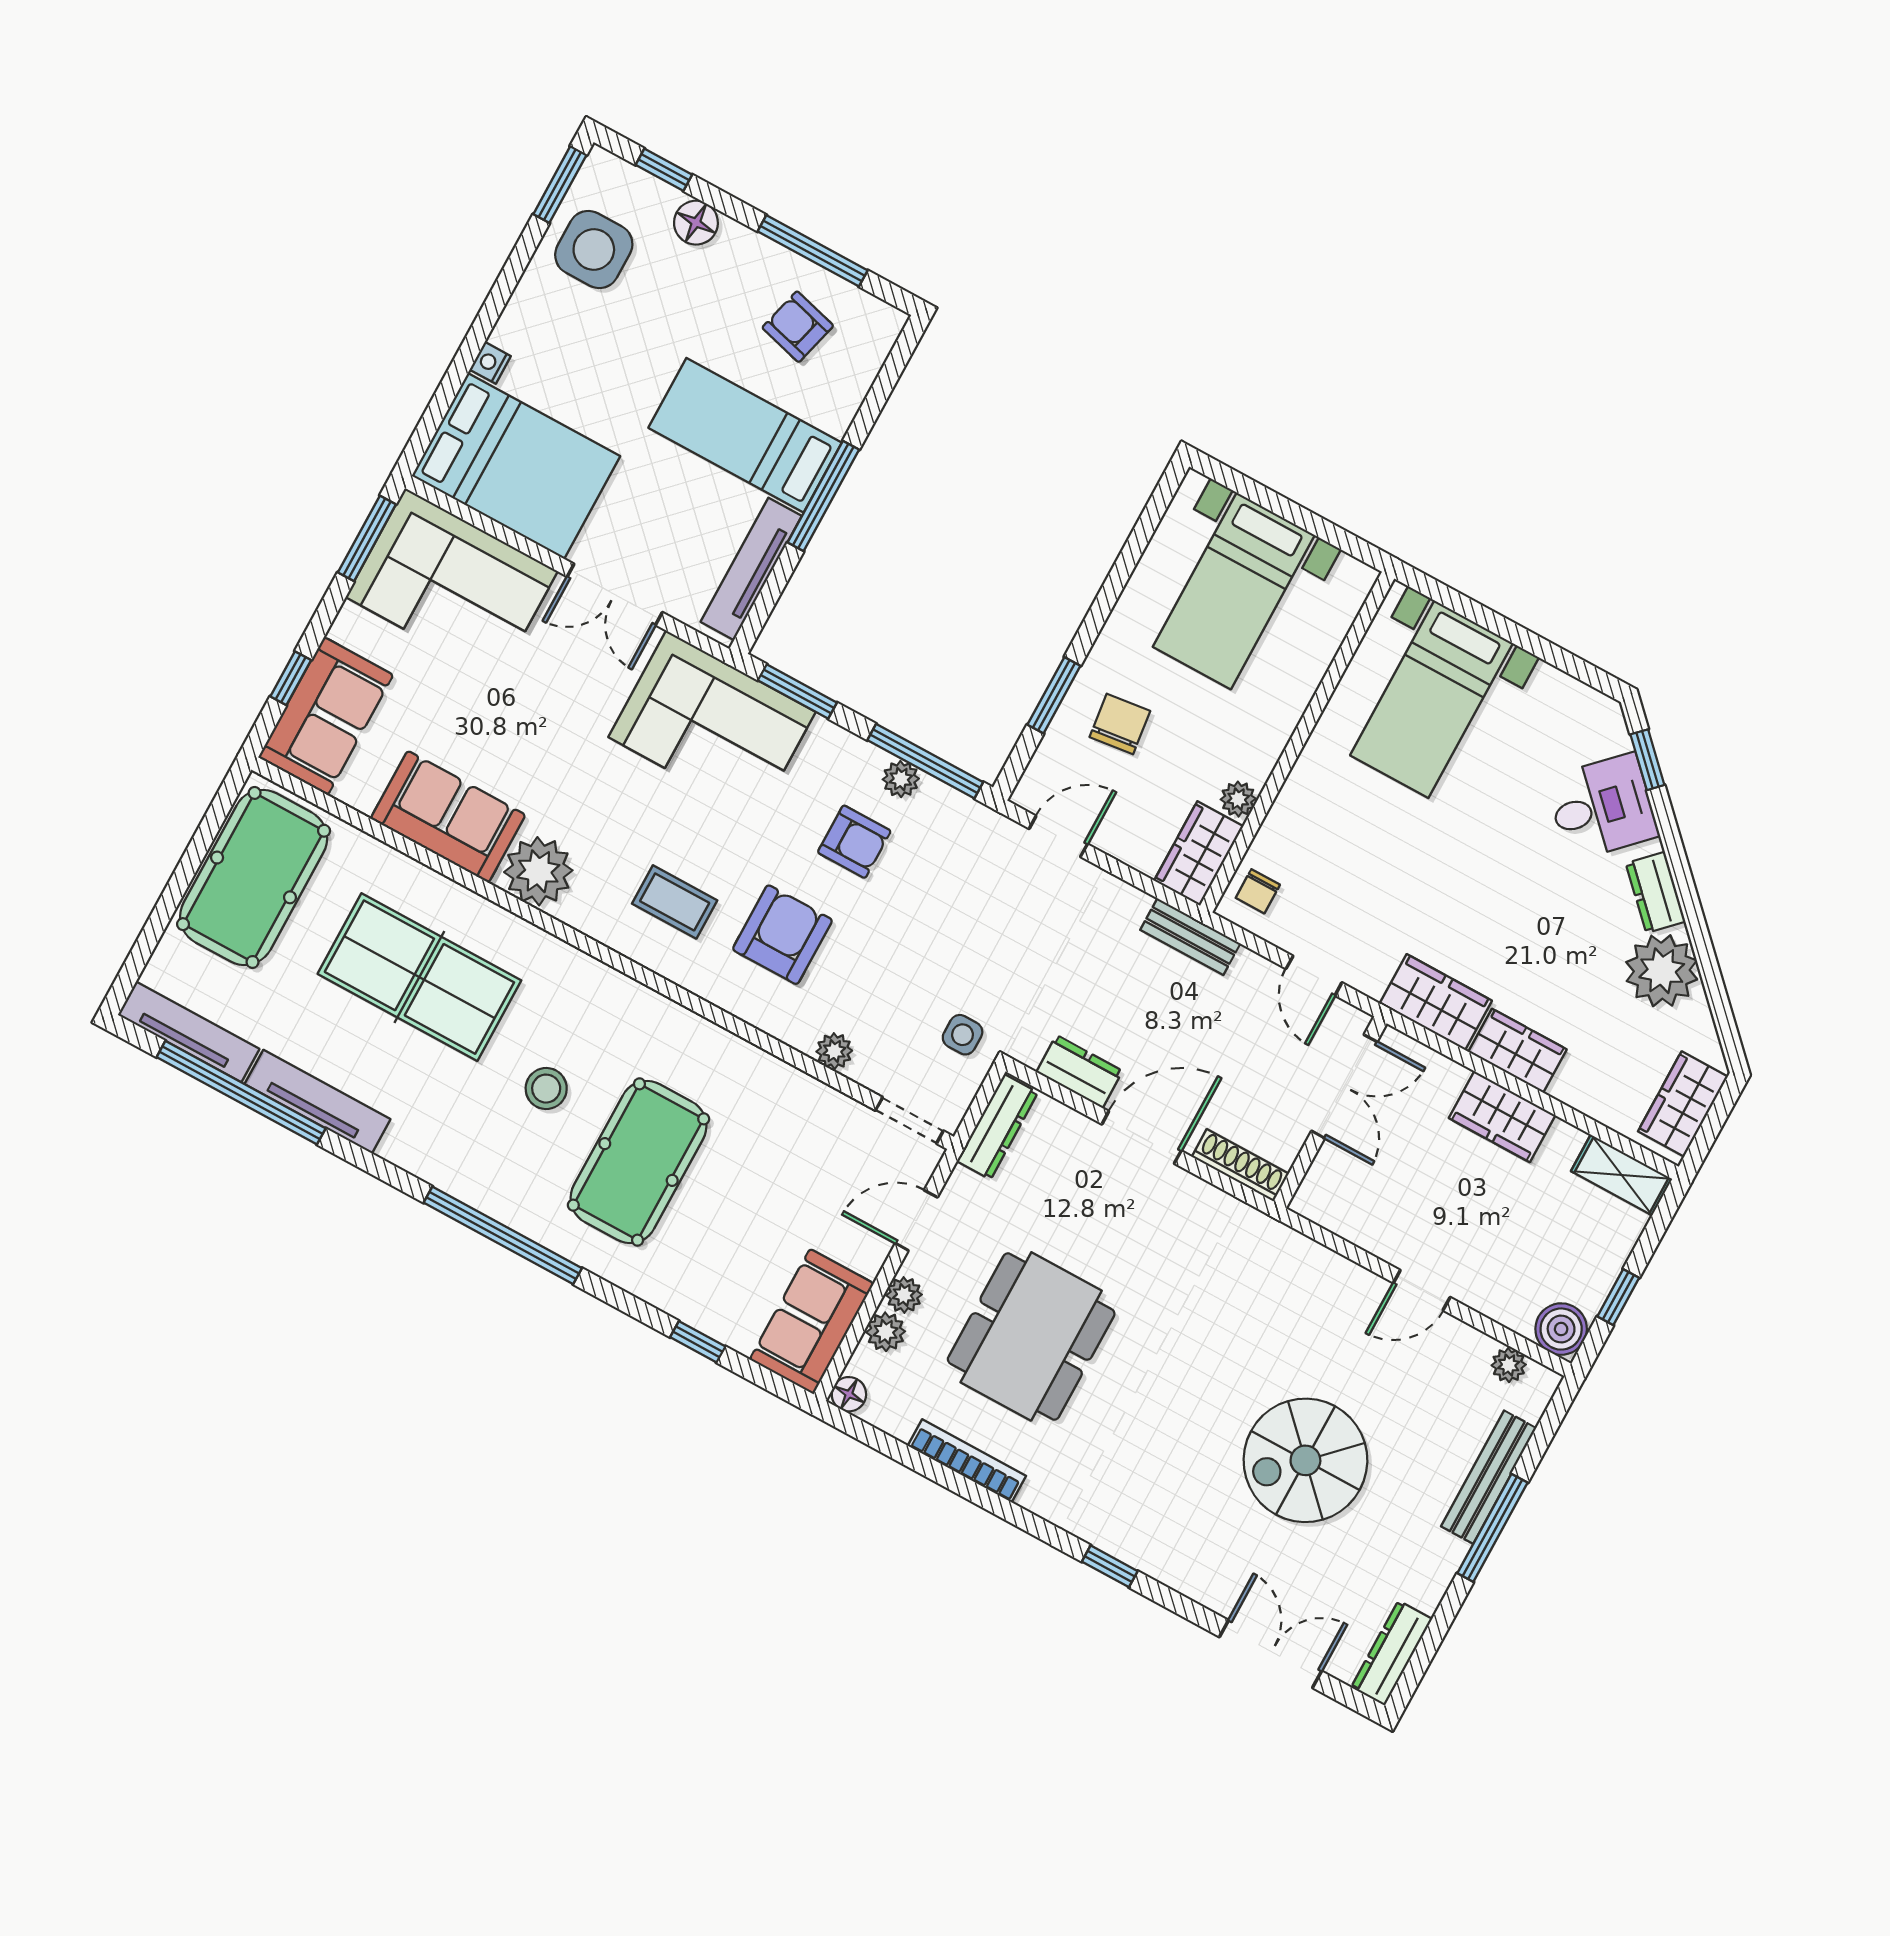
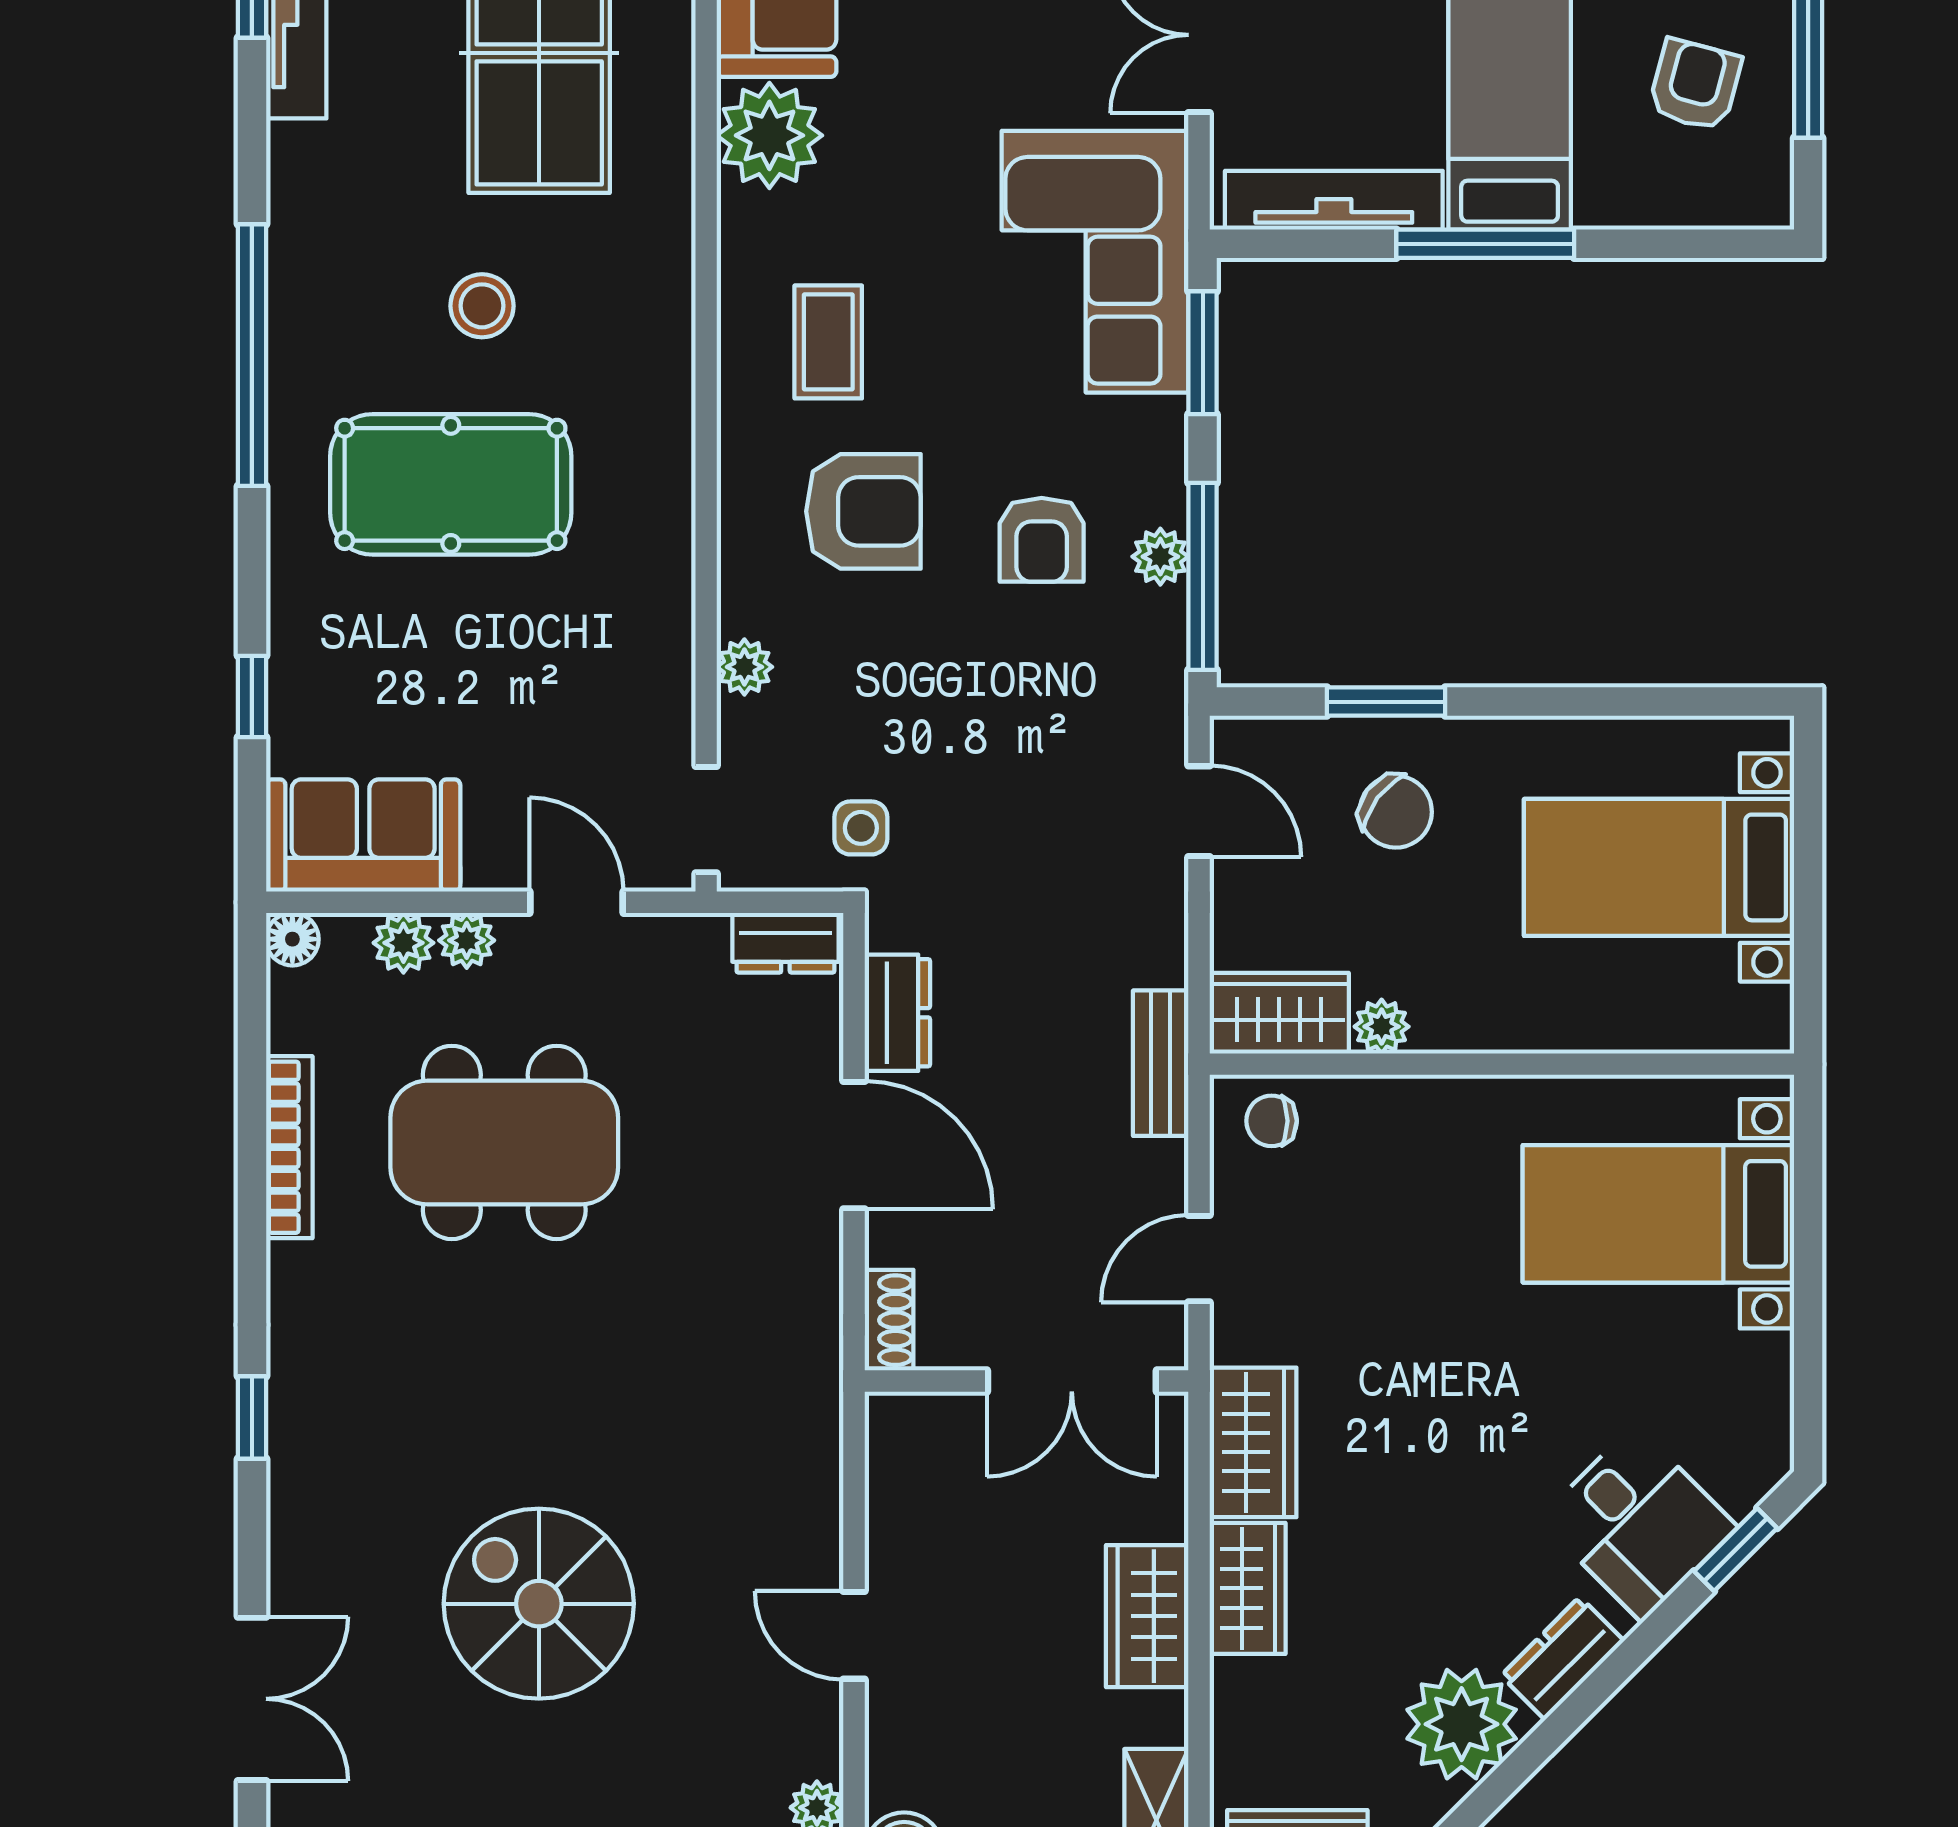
chair: (1120, 724) -> (1396, 812), turned 44
dresser: (997, 1127) -> (785, 943), width x0.70
shoe rack: (1240, 1165) -> (889, 1320), width x0.70

